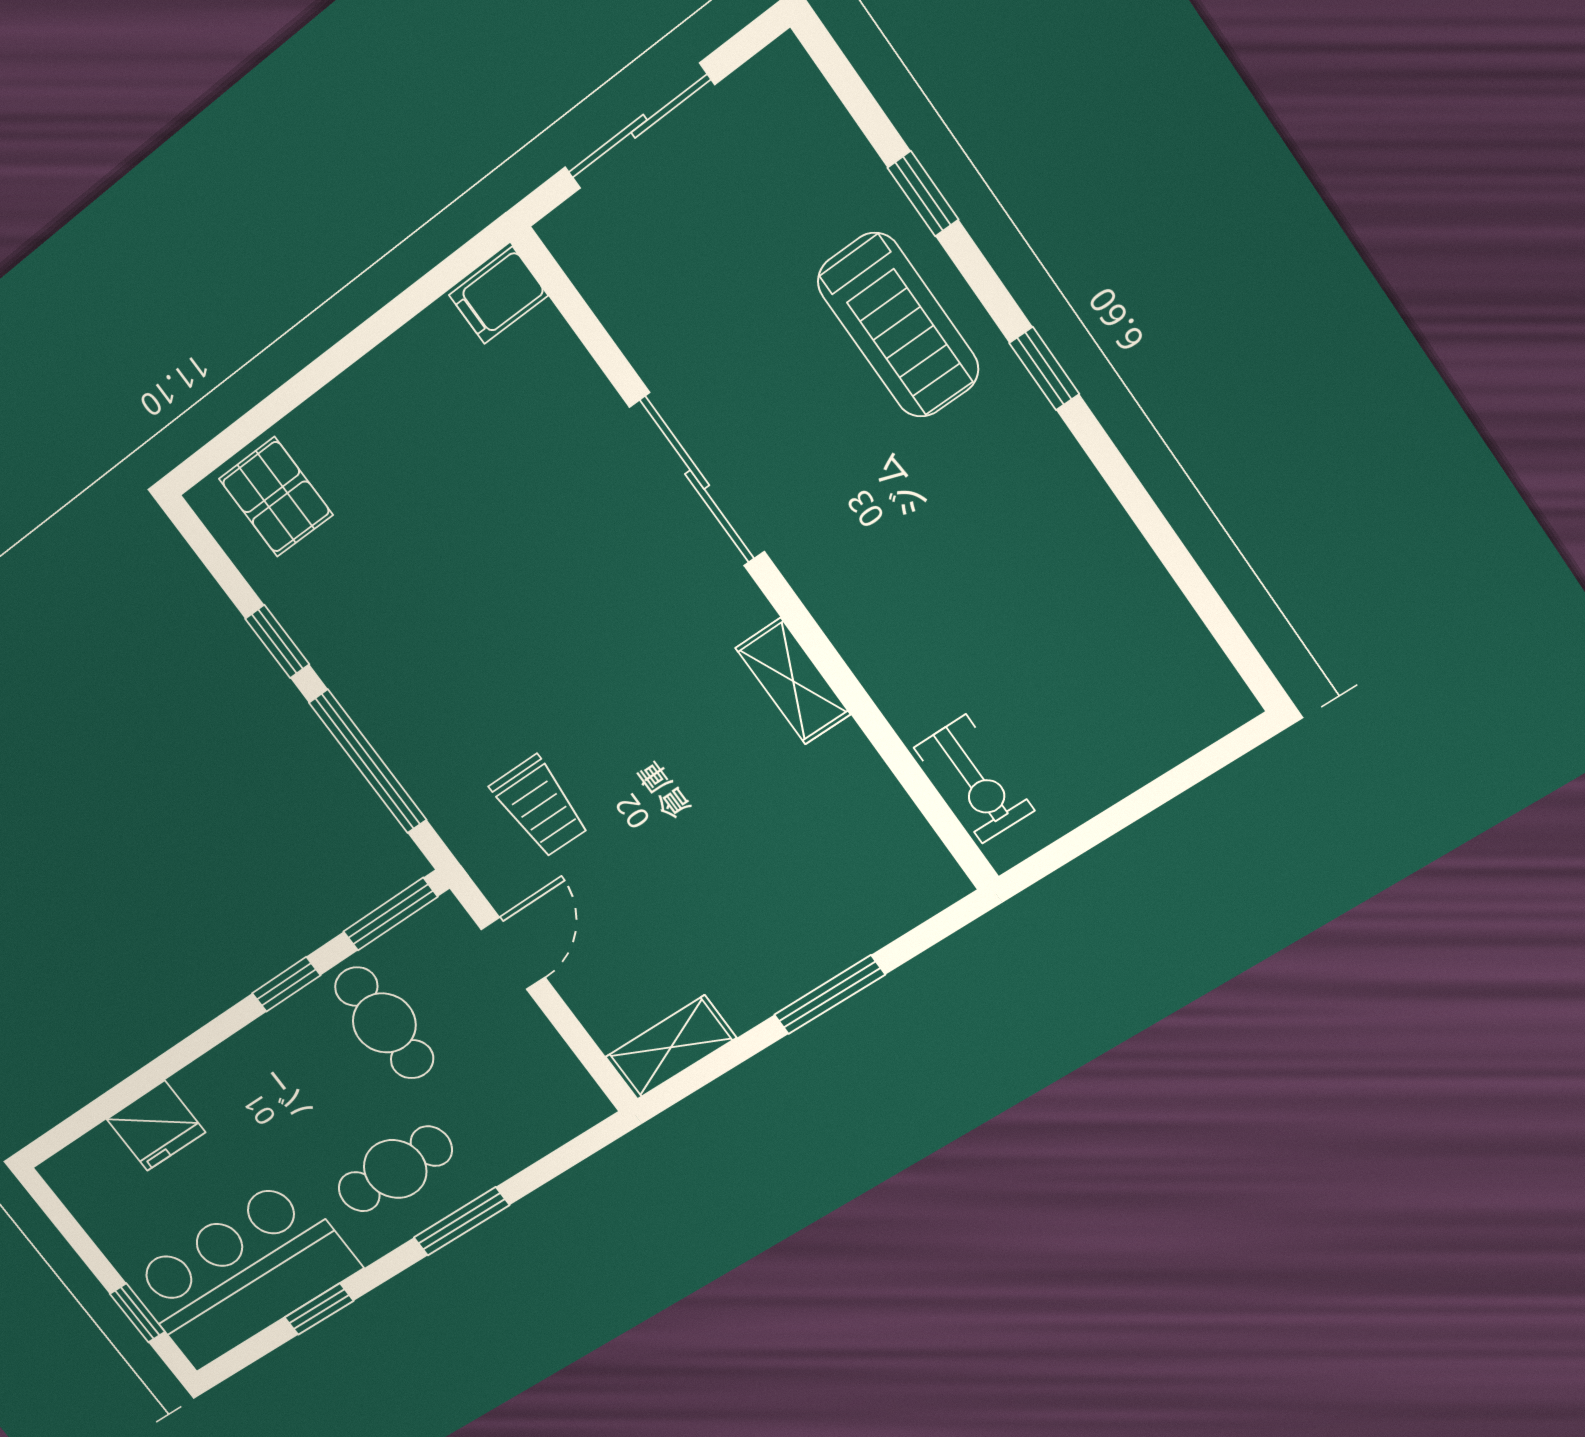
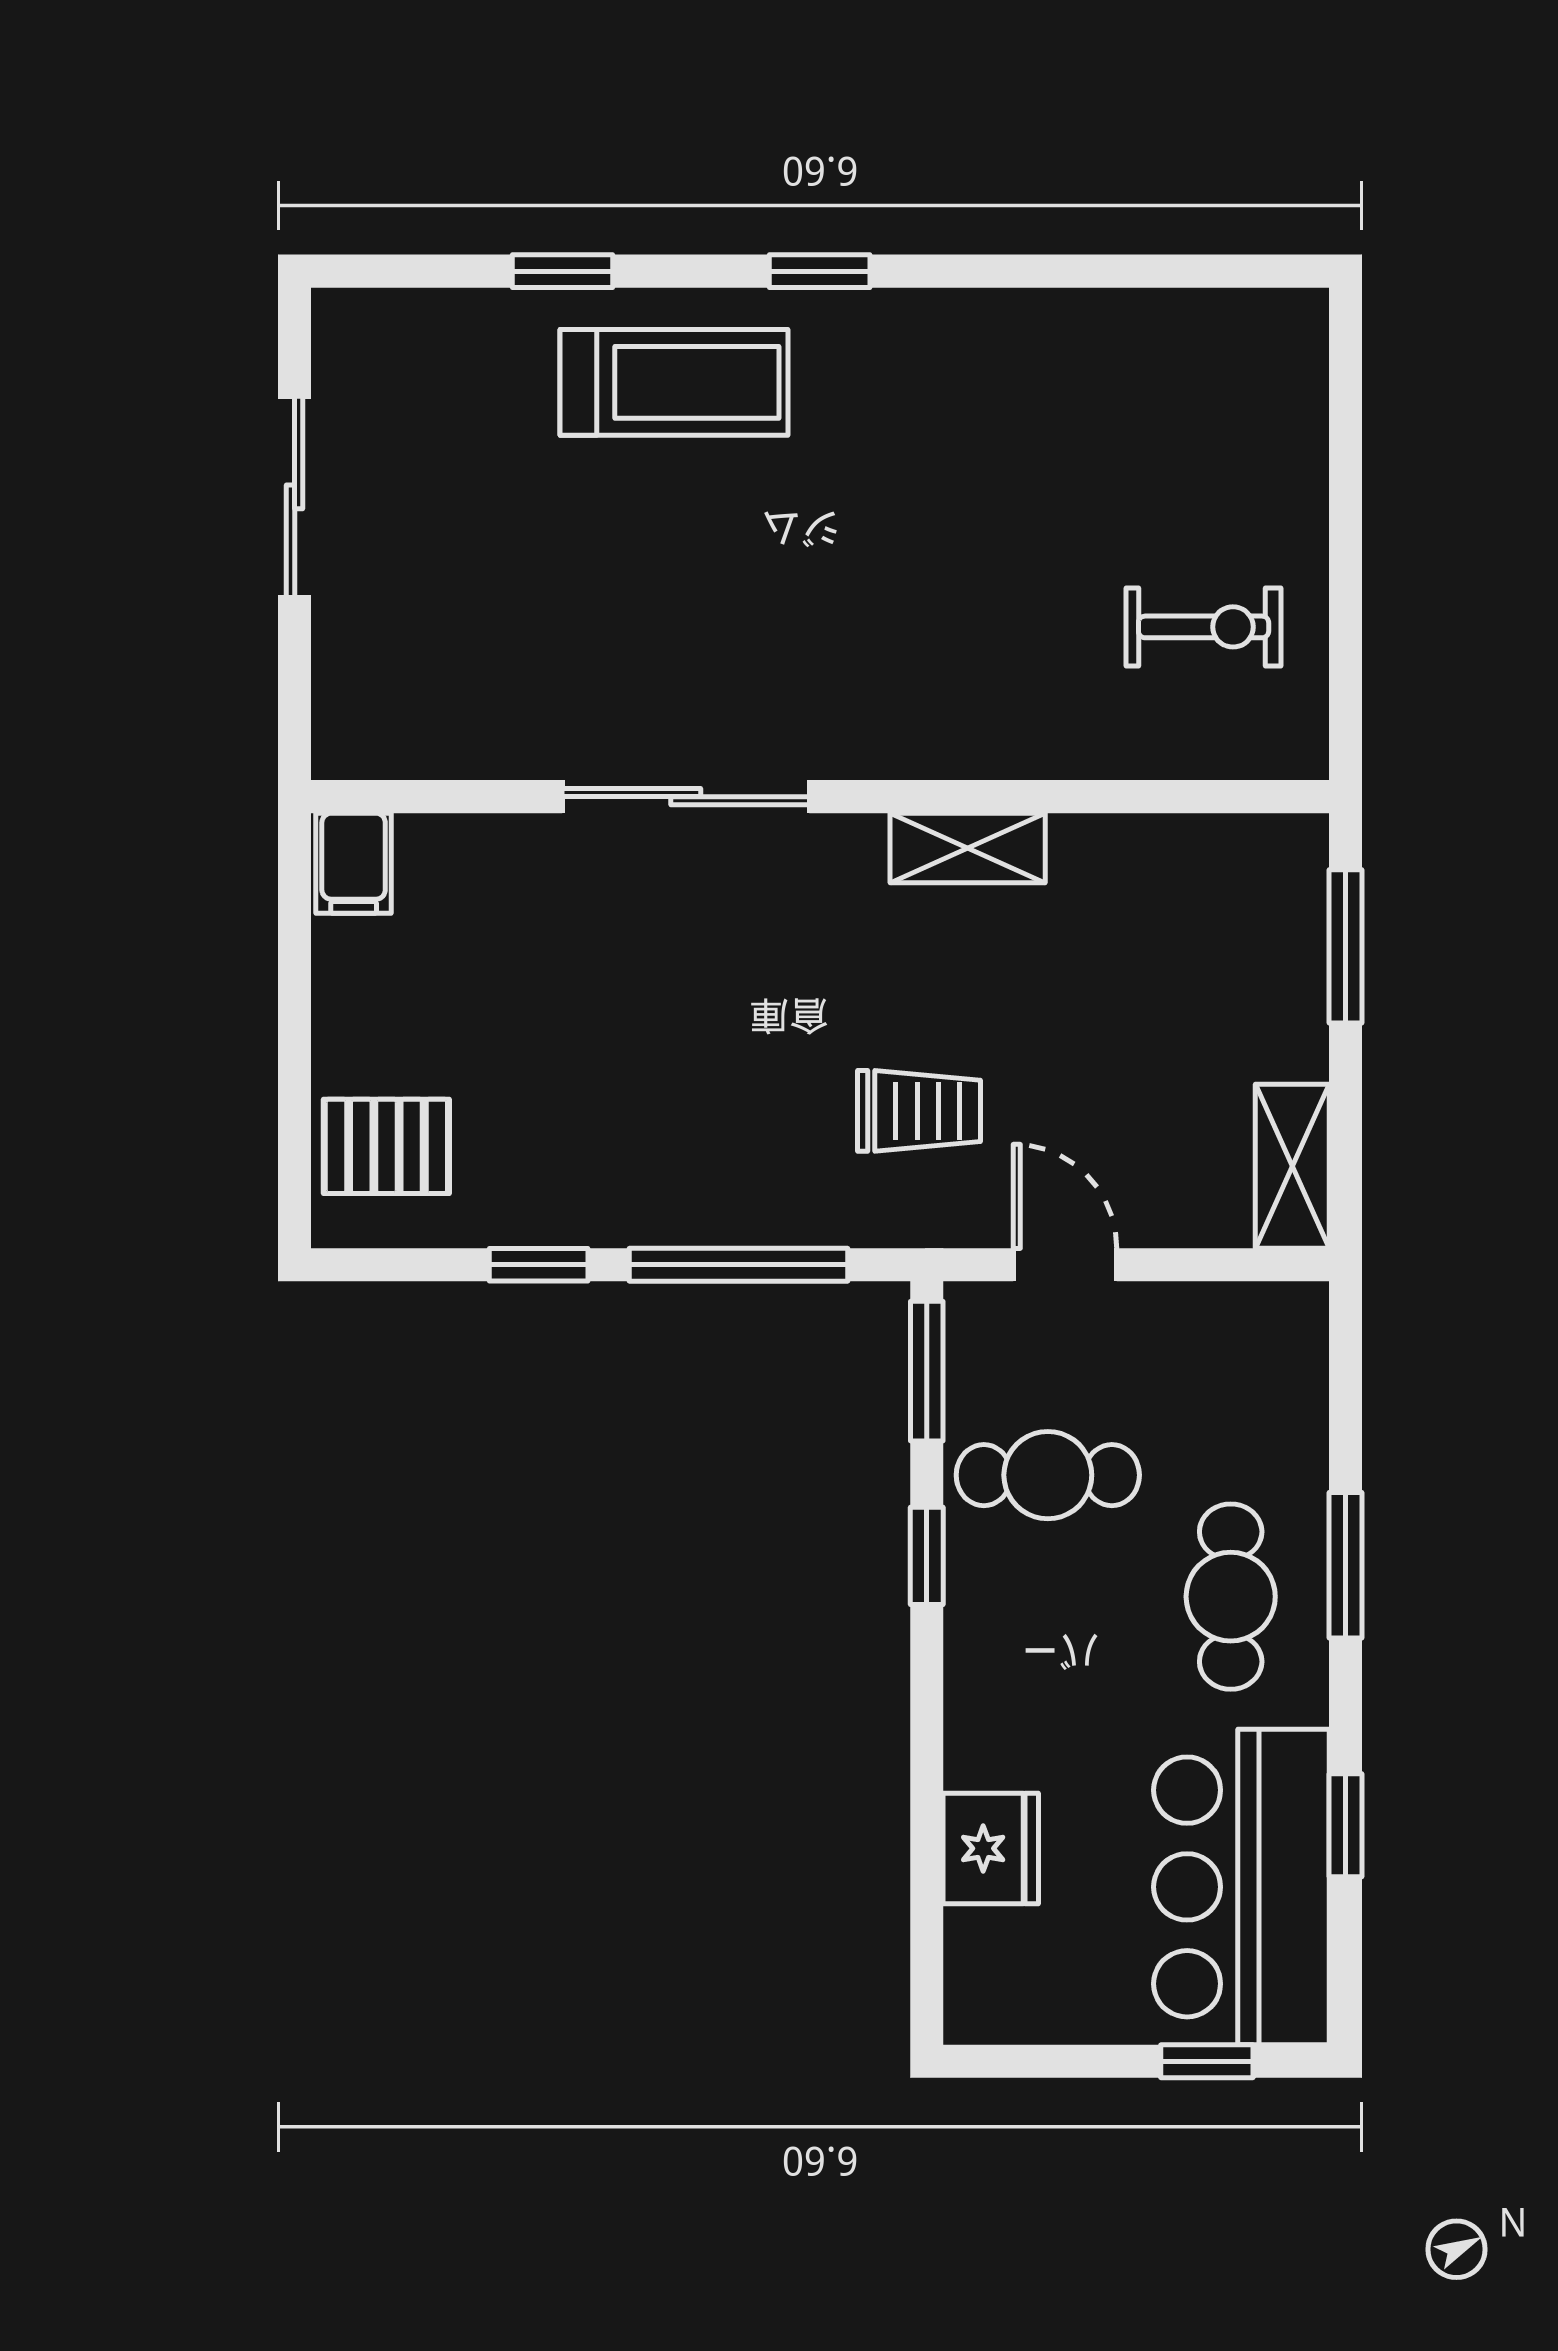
filing cabinet: (498, 295) -> (354, 863), moved
sliding door: (697, 480) -> (686, 797), moved
wall: (759, 565) -> (820, 797), moved
shelving: (793, 681) -> (968, 848), moved

